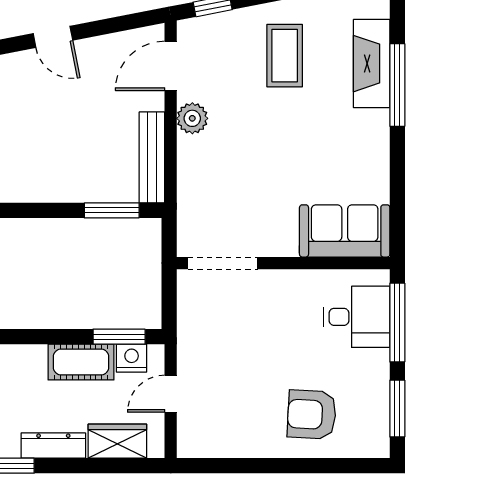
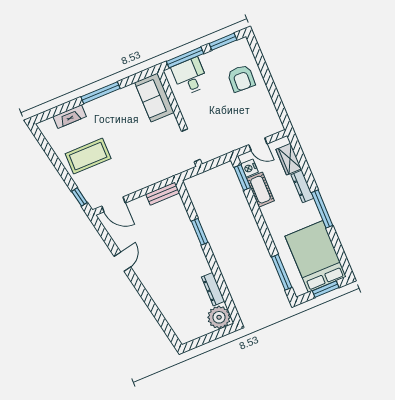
coffee table: (285, 56) -> (88, 156), width x1.36, depth x1.32
fireplace: (372, 64) -> (70, 117), width x0.73, depth x0.76
window: (397, 85) -> (100, 93), moved
plant: (192, 118) -> (133, 185), removed
bench: (152, 157) -> (163, 194), width x0.73
window: (112, 210) -> (200, 232), moved

